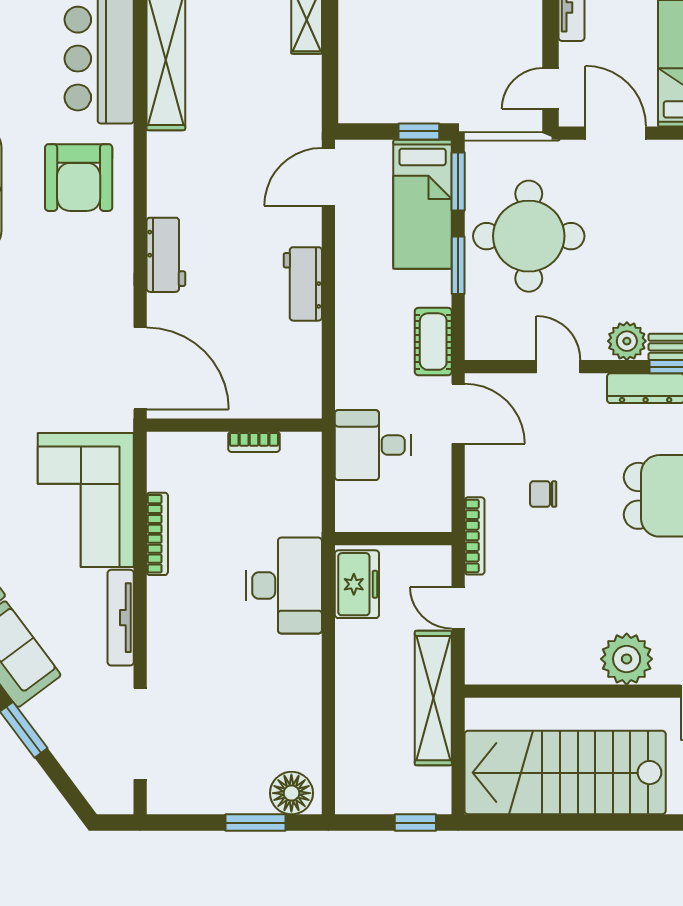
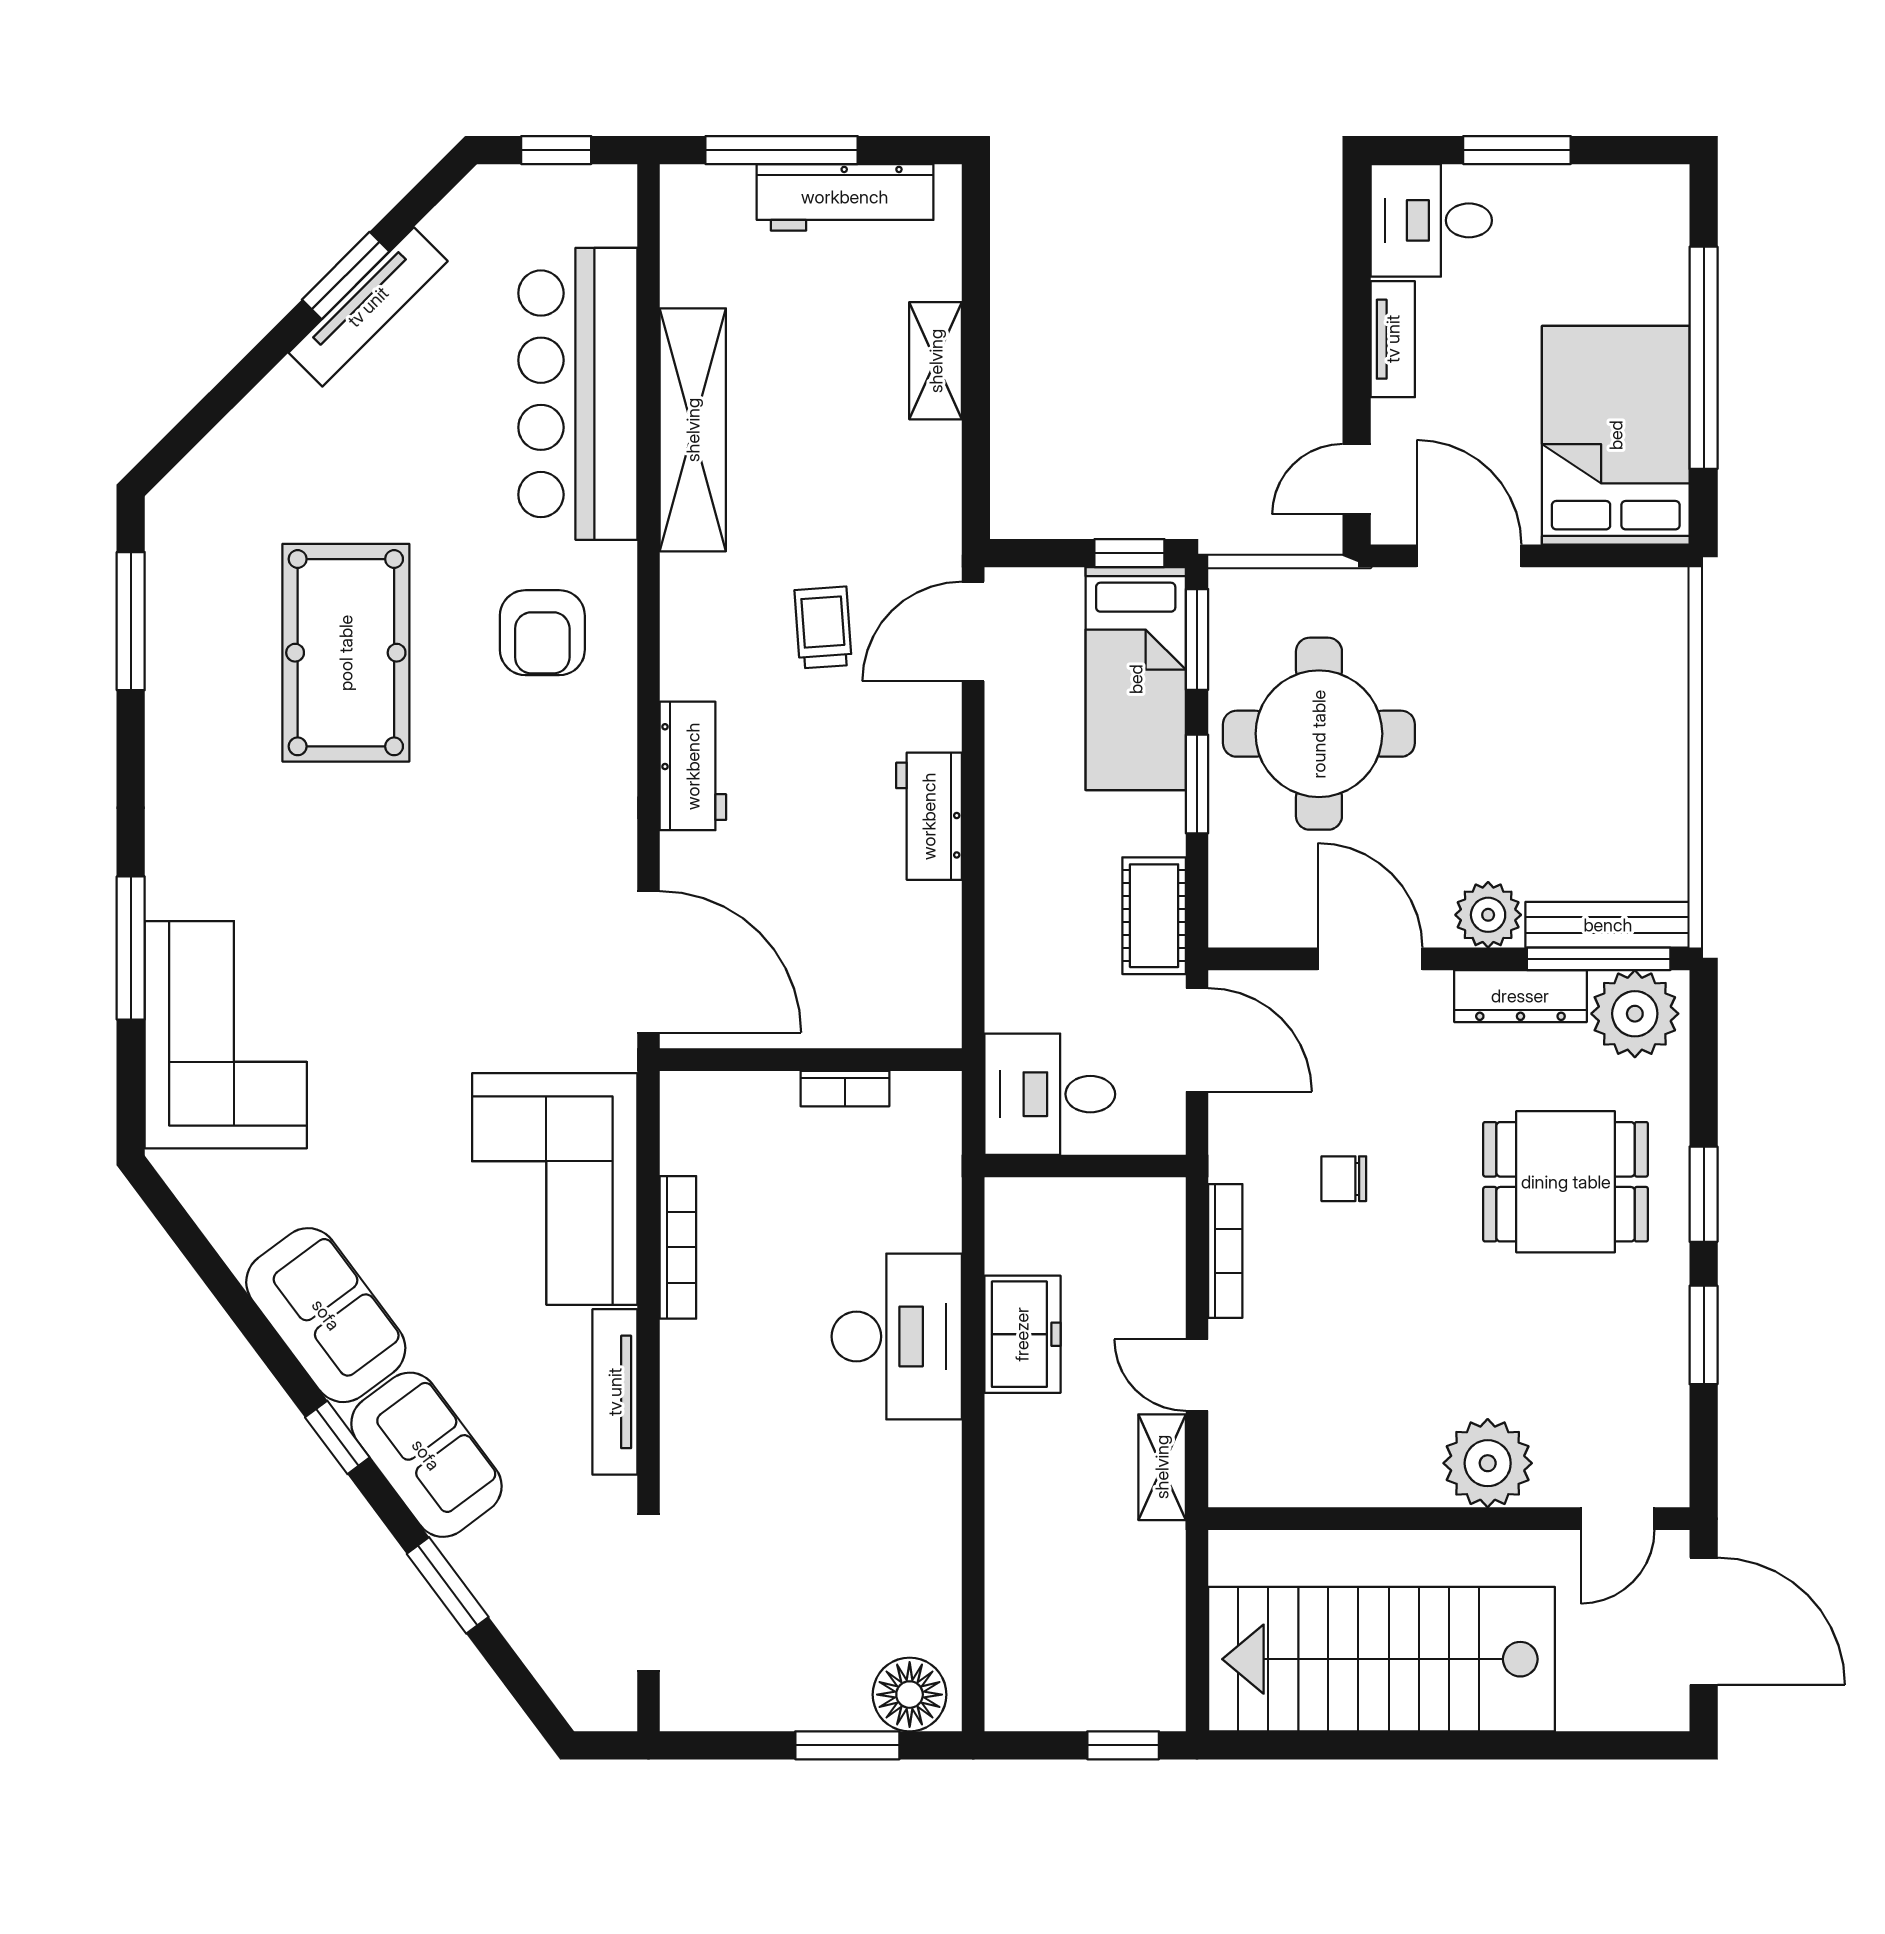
trolley: (241, 175) -> (823, 627), added
armchair: (79, 178) -> (542, 633), width x0.73, depth x0.73
door: (558, 367) -> (1370, 959), width x1.38
wall: (393, 539) -> (1085, 1166), moved
shelving: (433, 698) -> (1162, 1467), width x0.45, depth x0.75

